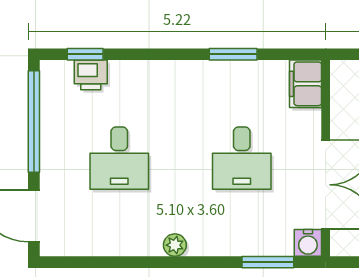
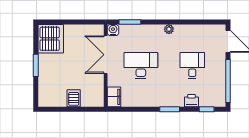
window: (233, 54) -> (170, 109), moved
printer: (91, 75) -> (191, 101), moved
desk: (242, 158) -> (141, 66), width x1.37

